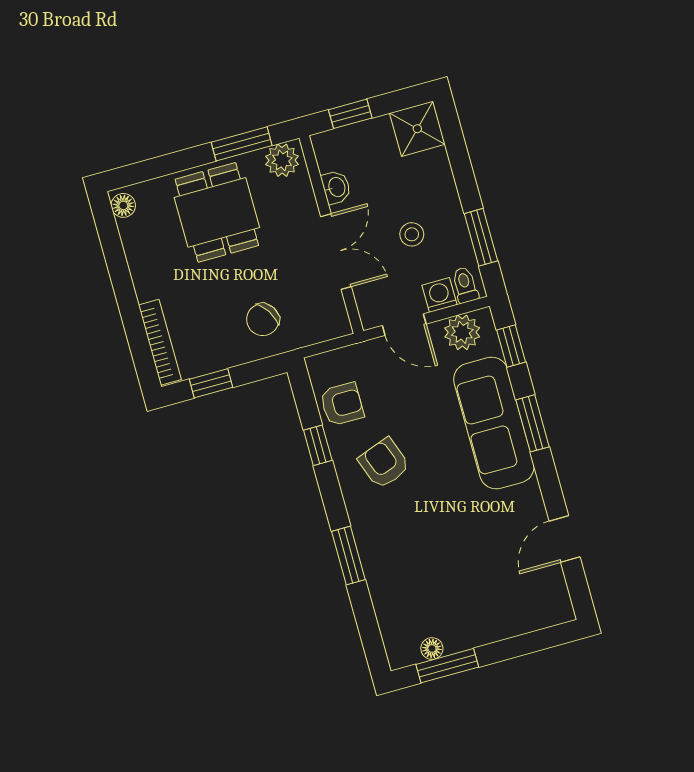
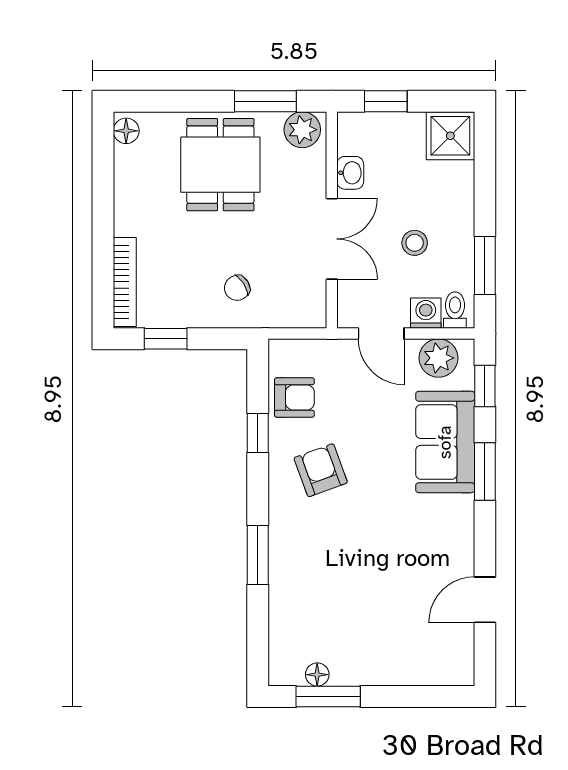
chair: (263, 320) -> (237, 288), width x0.73, depth x0.73
sofa: (494, 423) -> (445, 442), width x0.73

